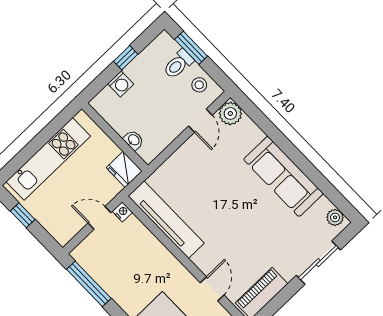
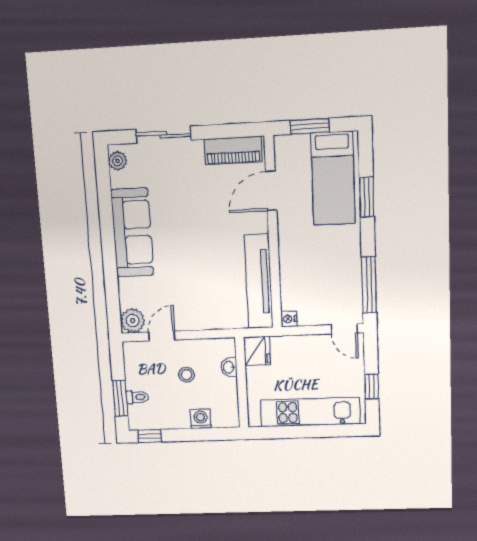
window: (126, 58) -> (150, 436), moved
toilet: (178, 64) -> (137, 397), width x0.73, depth x0.72
stool: (199, 85) -> (186, 375), moved
door: (100, 218) -> (344, 329), moved
door: (212, 289) -> (271, 191), width x1.38

